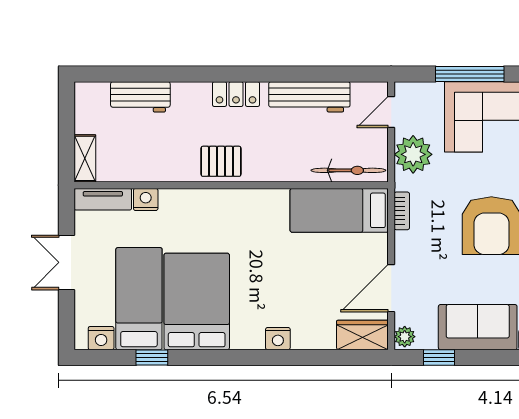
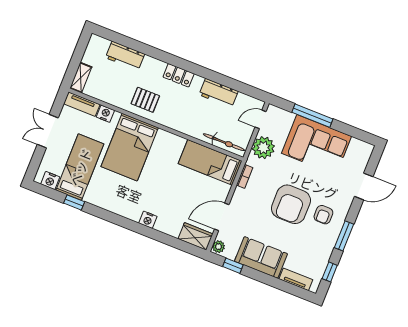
workbench: (309, 97) -> (219, 93), width x0.73
pallet: (221, 161) -> (145, 100), moved
bed: (197, 301) -> (130, 147), moved, turned 180

